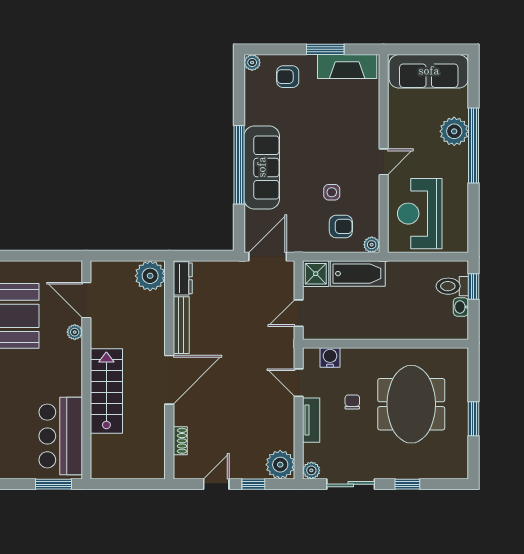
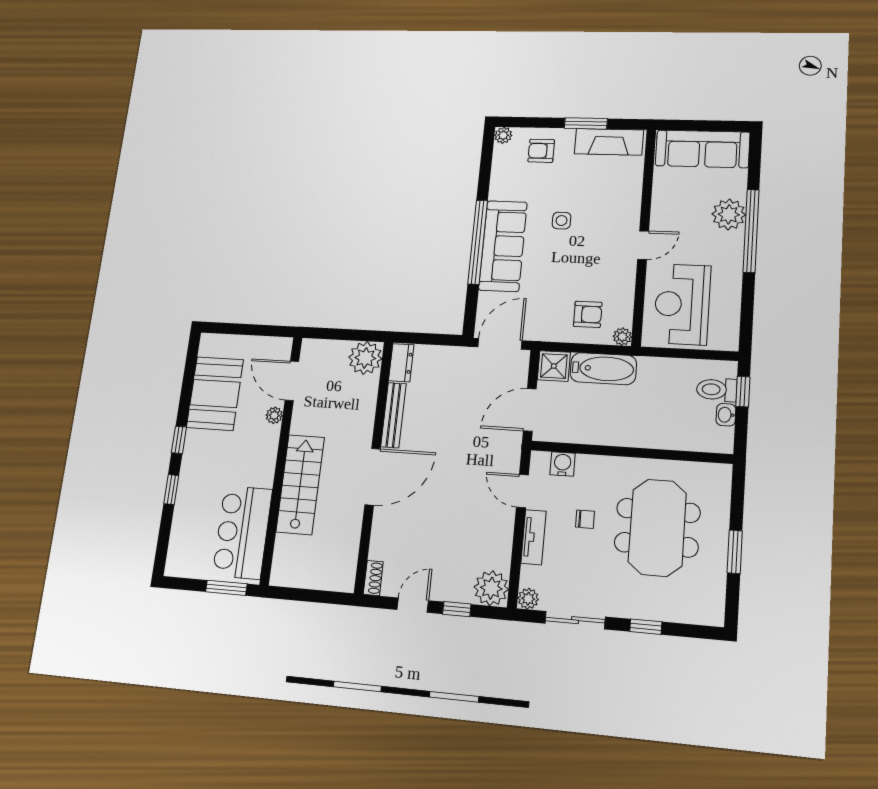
side table: (332, 192) -> (562, 221), moved
door: (299, 313) -> (530, 410), width x1.38
chair: (352, 402) -> (585, 519), turned 90
shoe rack: (180, 441) -> (373, 578), moved

